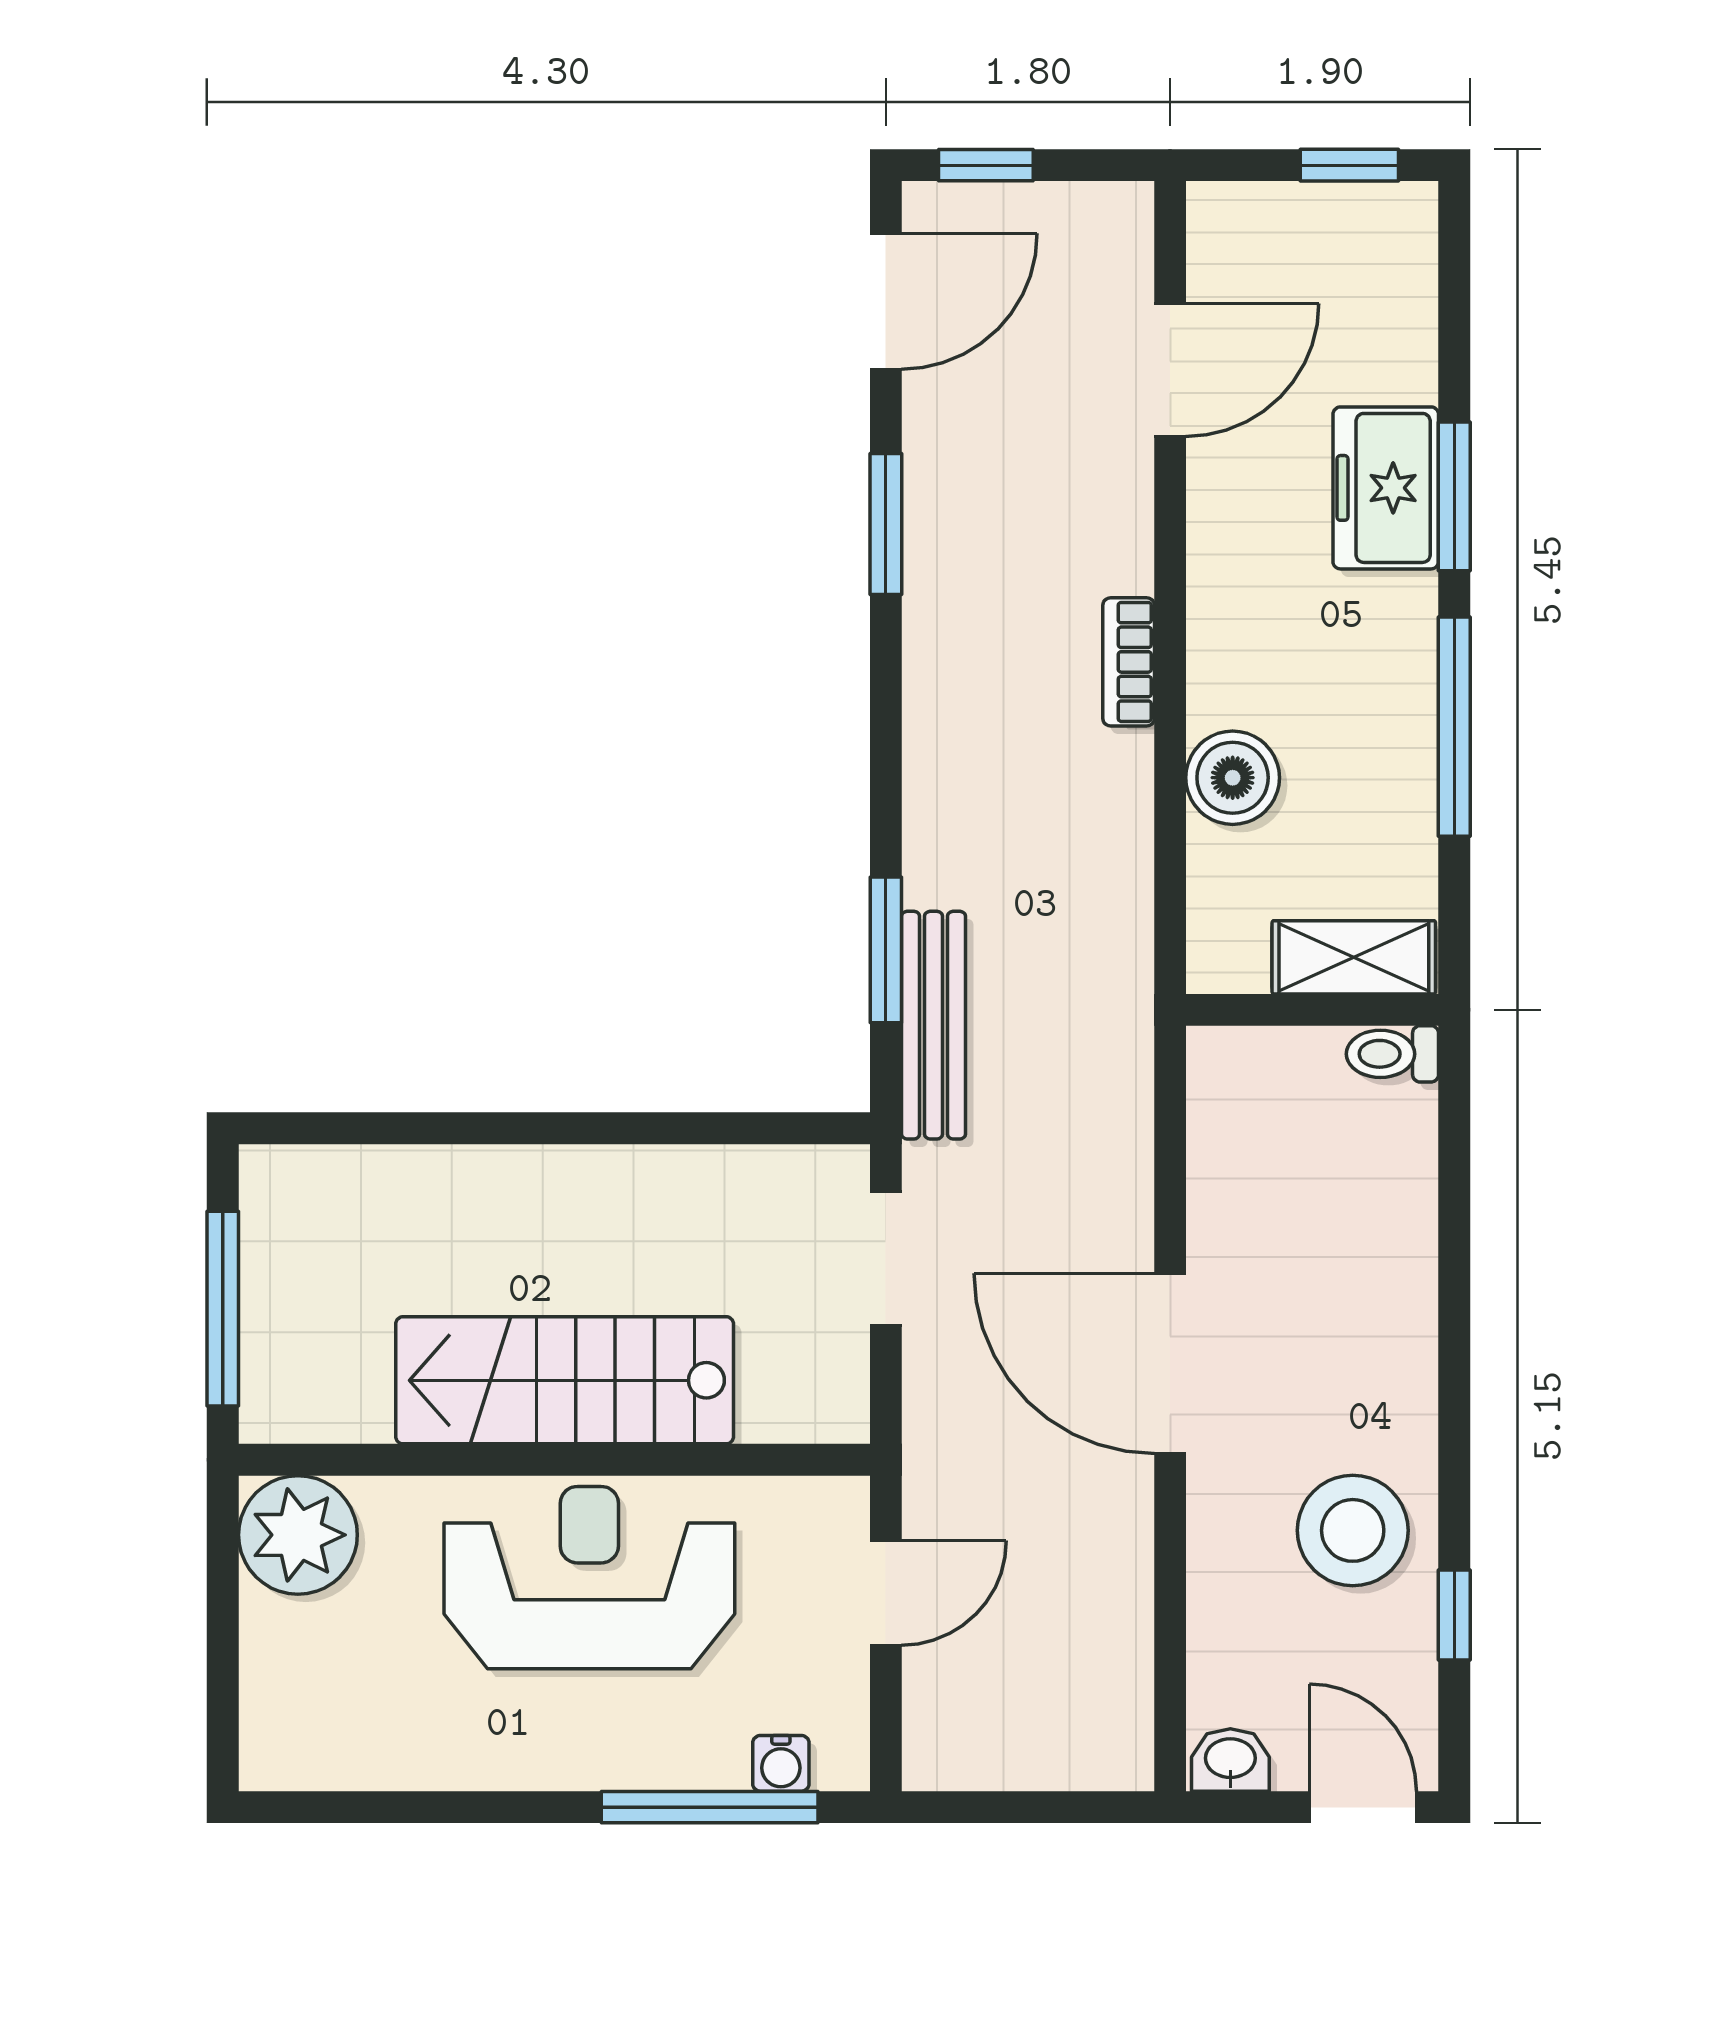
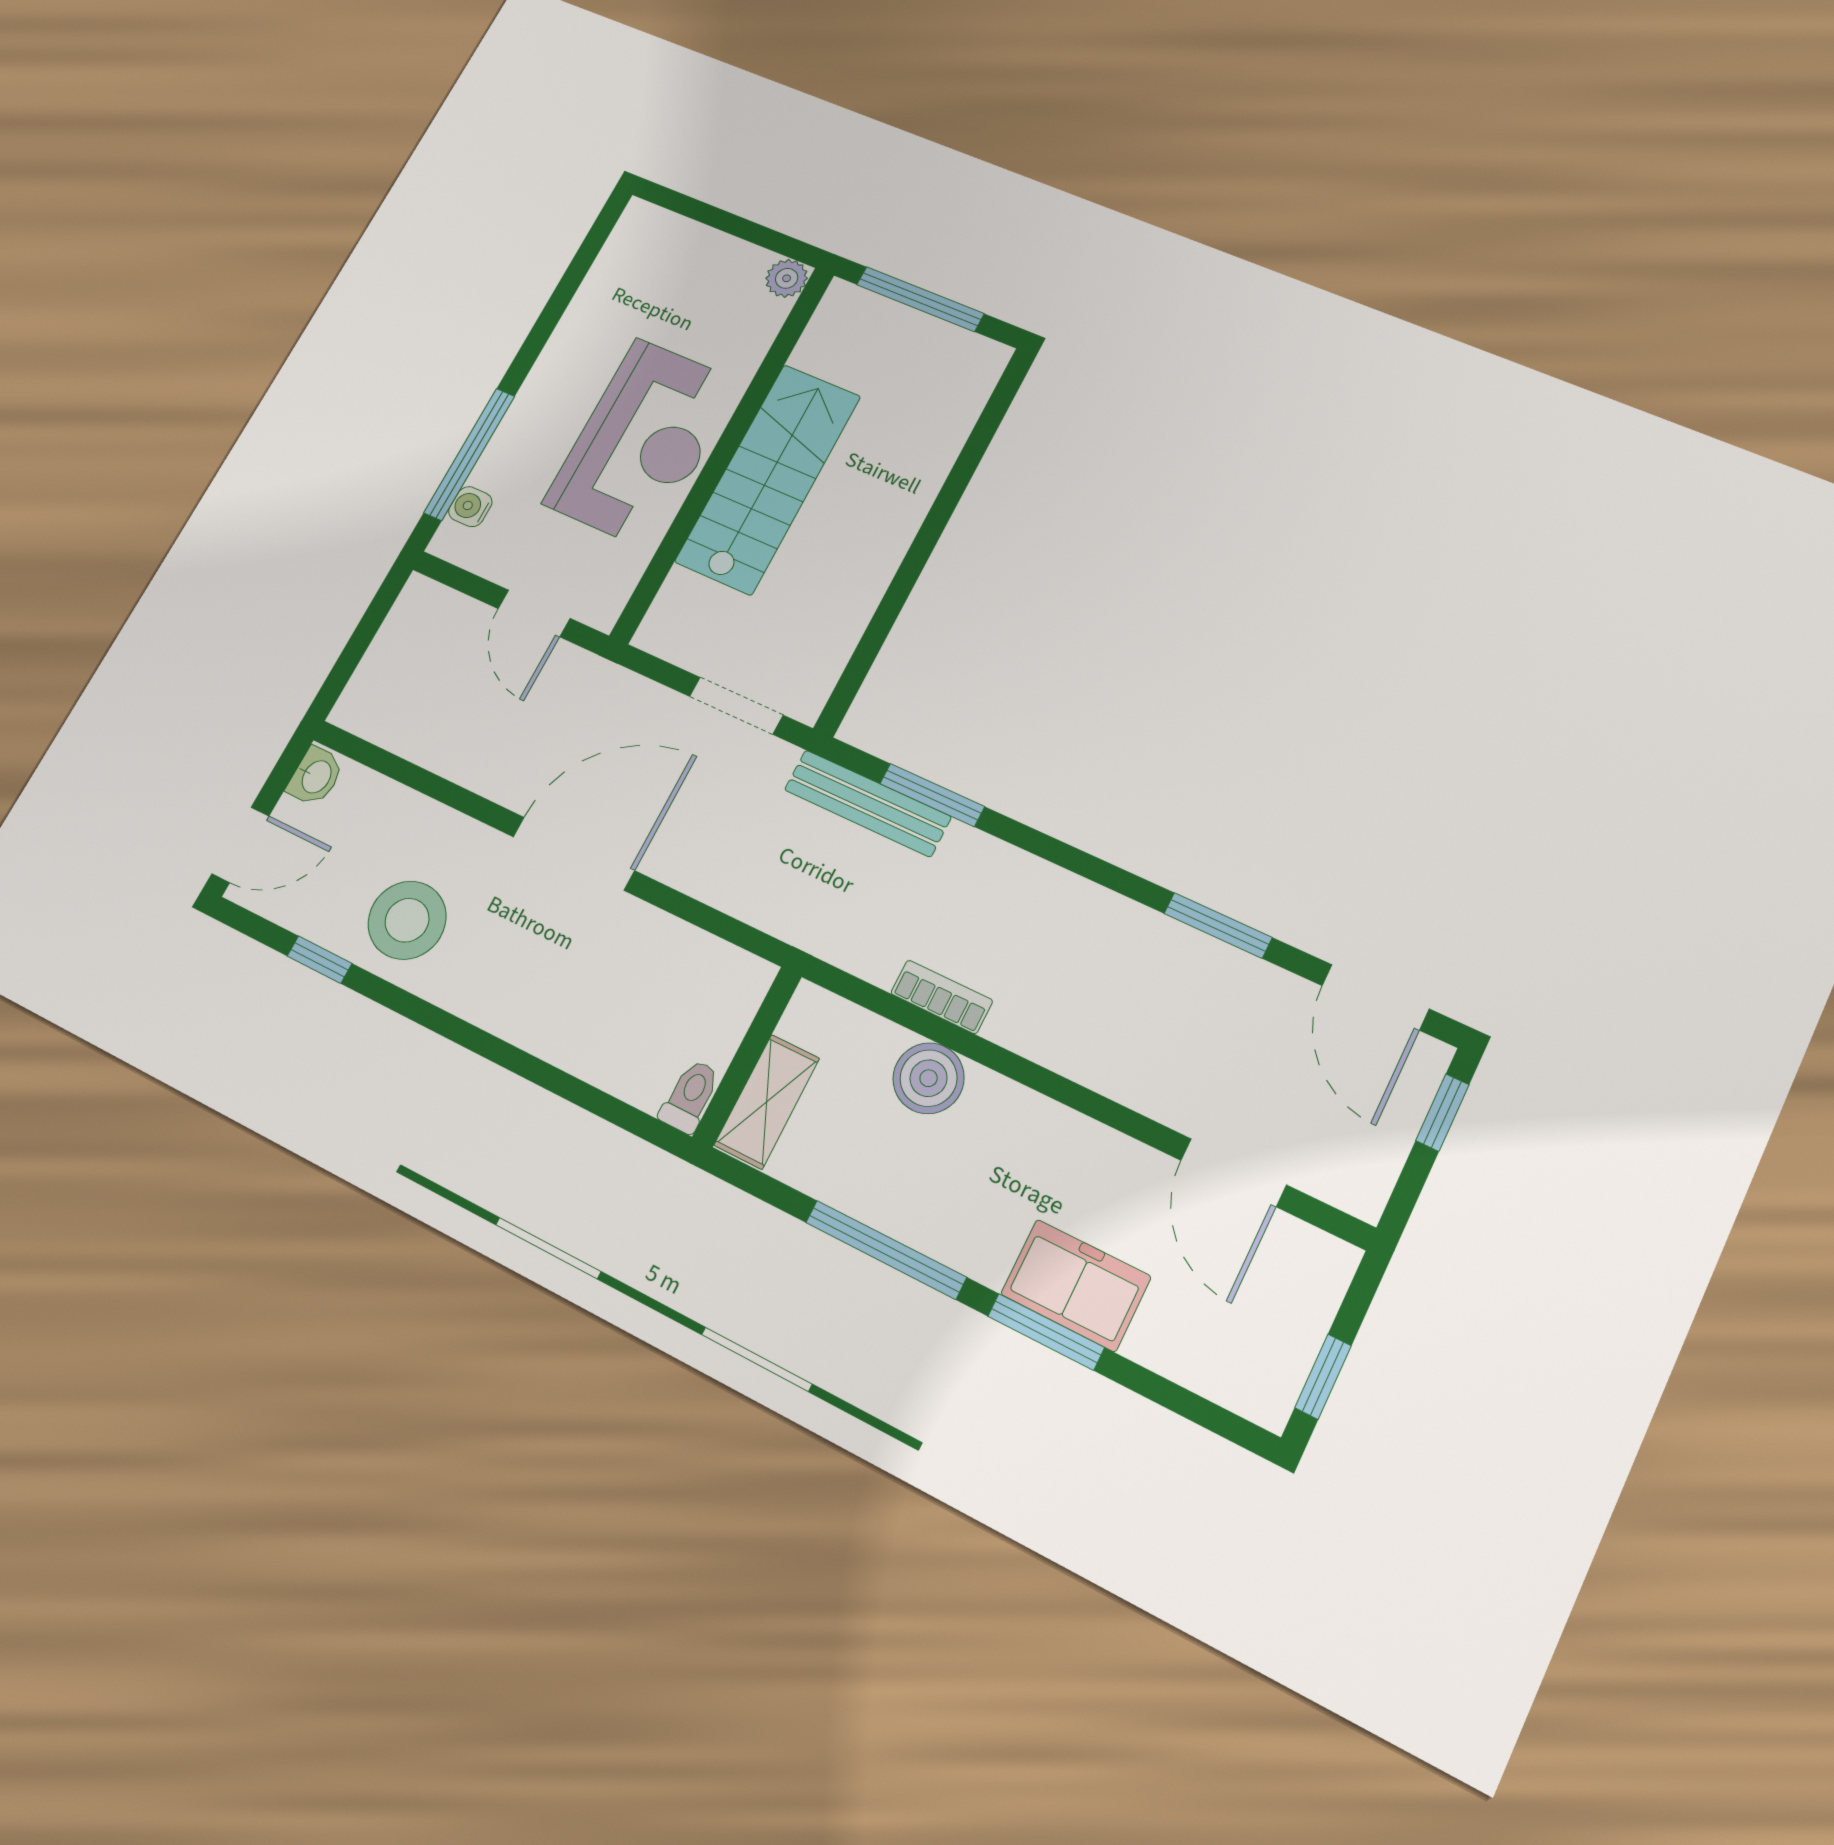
bookcase: (1129, 662) -> (942, 997), moved
plant: (298, 1535) -> (787, 278), width x0.53, depth x0.53

